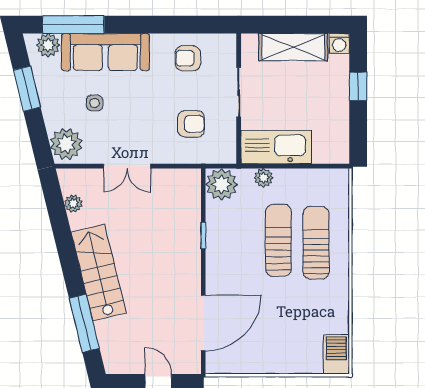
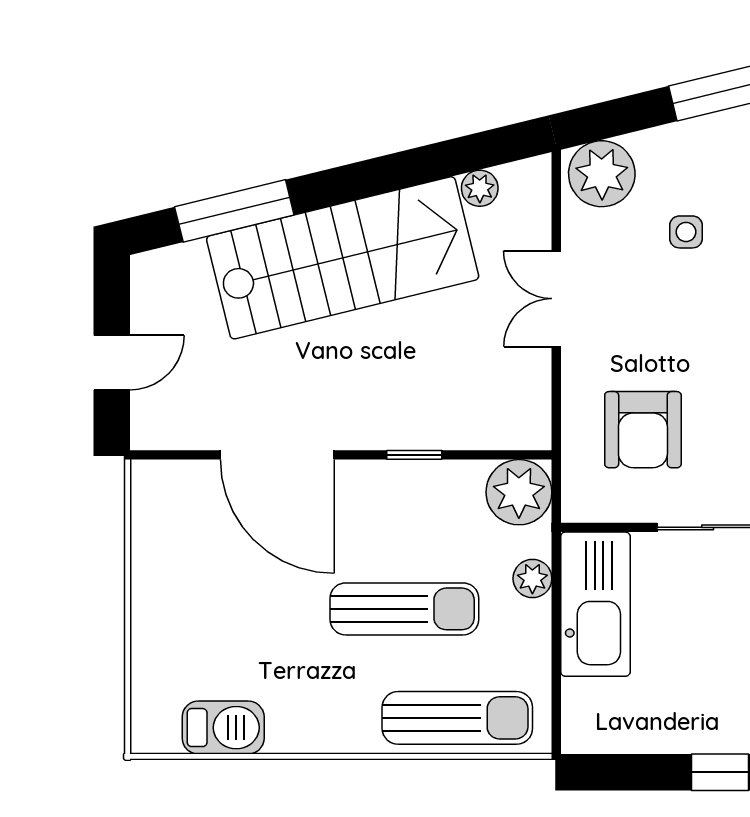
armchair: (191, 124) -> (643, 430), width x1.38, depth x1.38
sun lounger: (316, 243) -> (457, 718), moved
stairs: (99, 272) -> (343, 258), width x1.36, depth x1.51
door: (203, 323) -> (277, 455), moved
barbecue: (336, 354) -> (223, 728), moved

